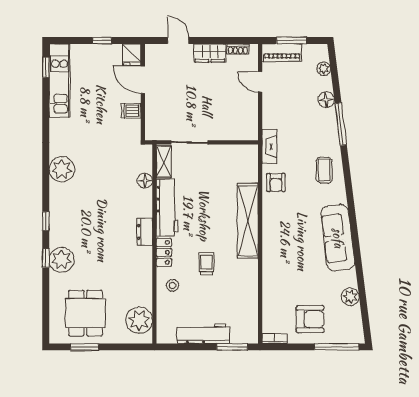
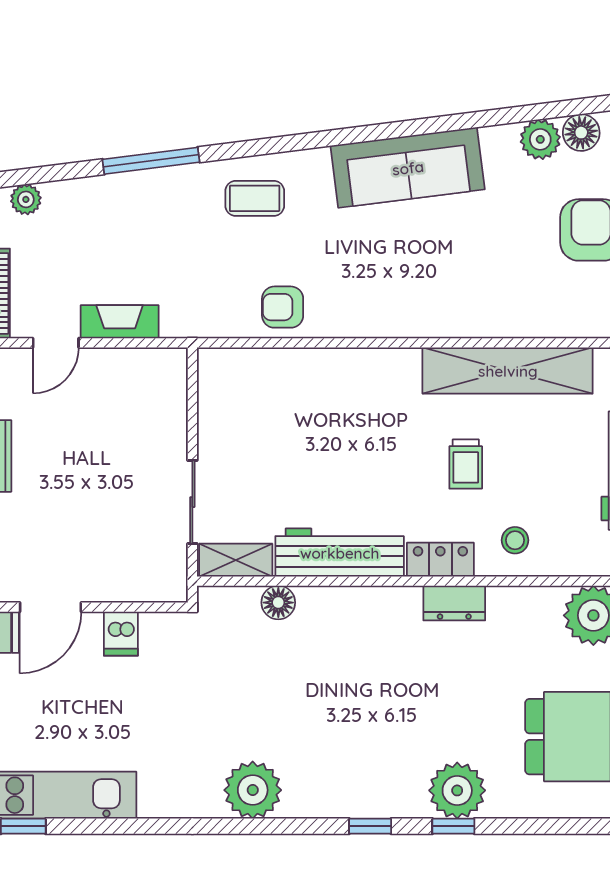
floor lamp: (326, 100) -> (581, 133), moved
fireplace: (269, 146) -> (120, 322), moved
armchair: (276, 182) -> (283, 307), turned 180
shelving: (248, 221) -> (508, 371), moved
dresser: (145, 232) -> (454, 603), moved
trolley: (206, 264) -> (466, 464), turned -90

